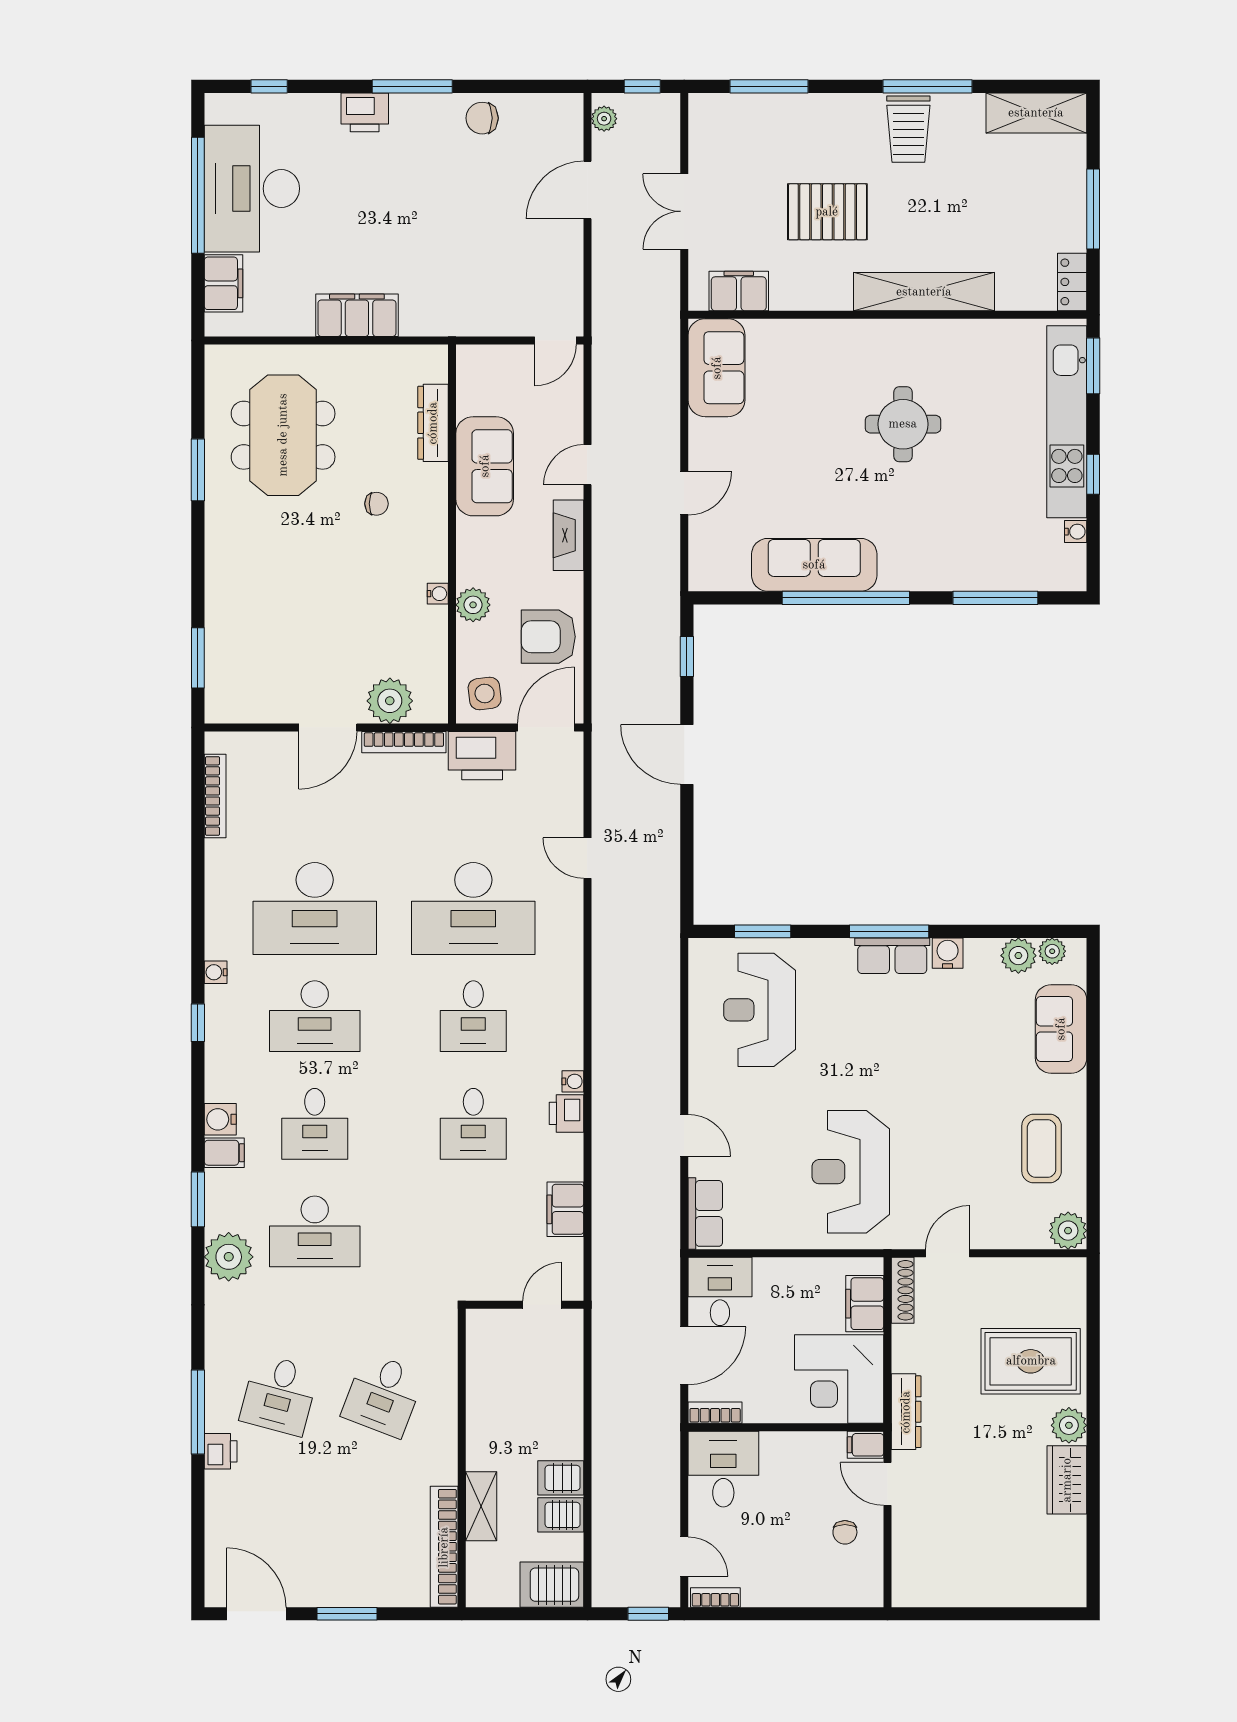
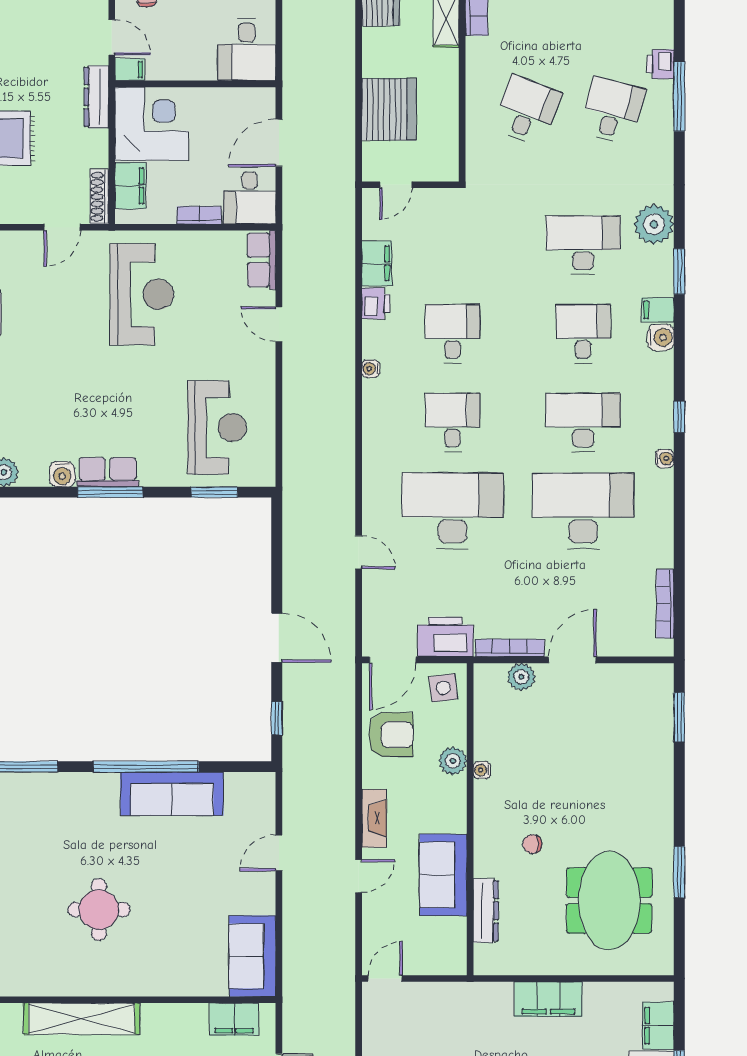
plant: (390, 701) -> (521, 677), width x0.73, depth x0.73
printer: (567, 1113) -> (376, 303), moved
bookcase: (715, 1413) -> (199, 215), moved, turned 180
server rack: (561, 1478) -> (389, 109), moved, width x2.18, depth x1.44

